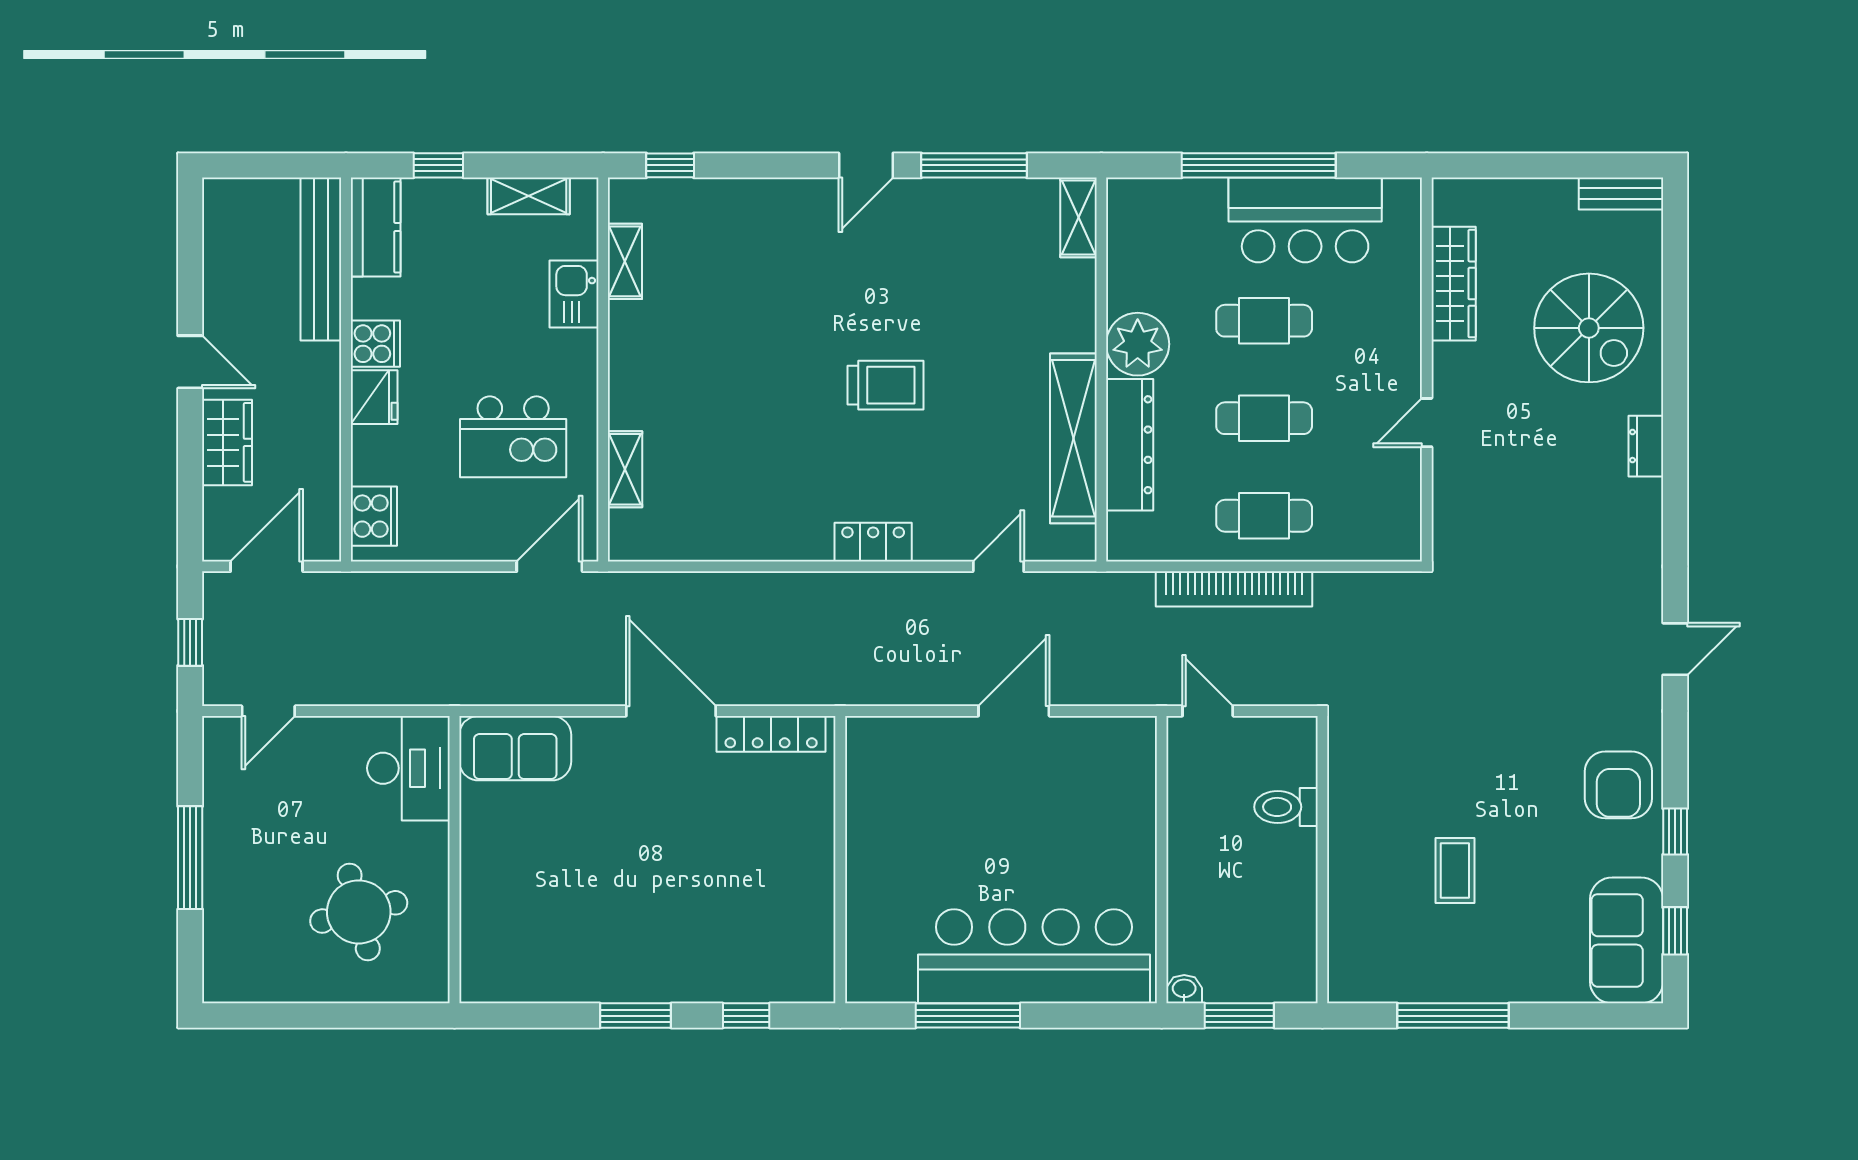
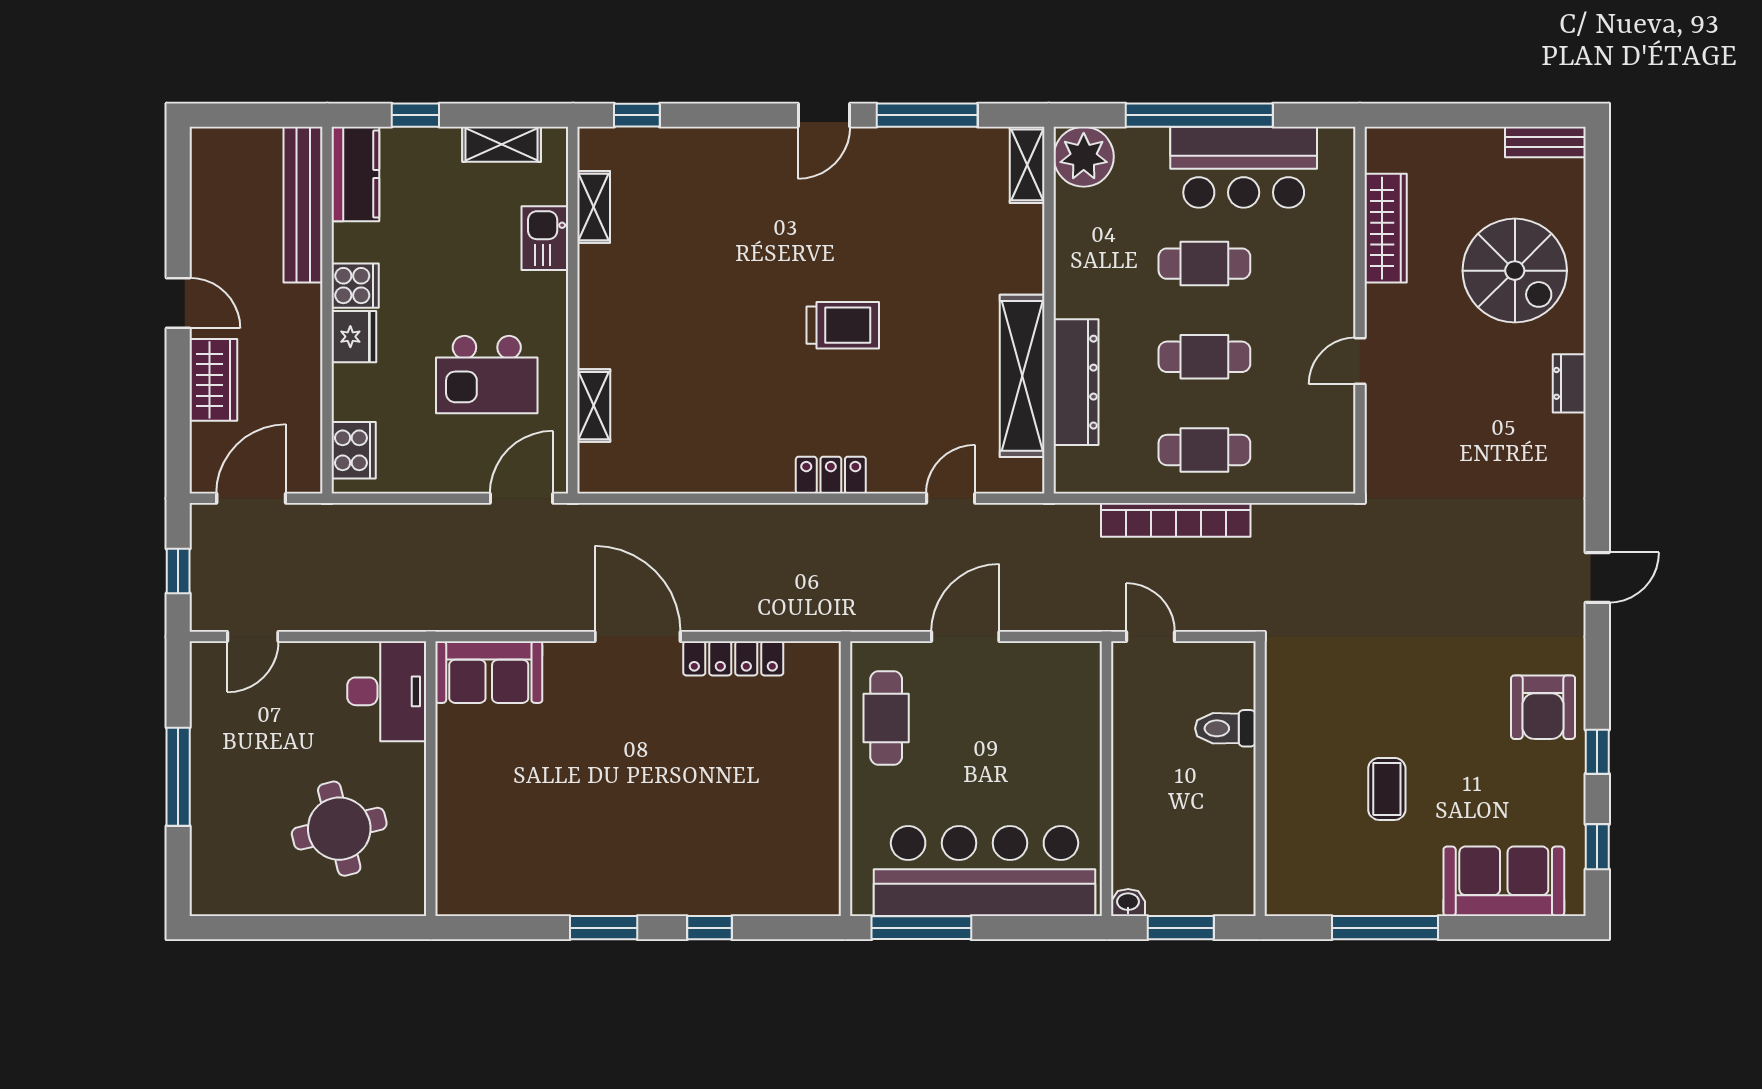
plant: (1138, 344) -> (1084, 157), moved
cafe table: (931, 796) -> (886, 718), added
wall: (840, 860) -> (845, 779), moved
sofa: (1627, 940) -> (1504, 881), moved, turned 90

